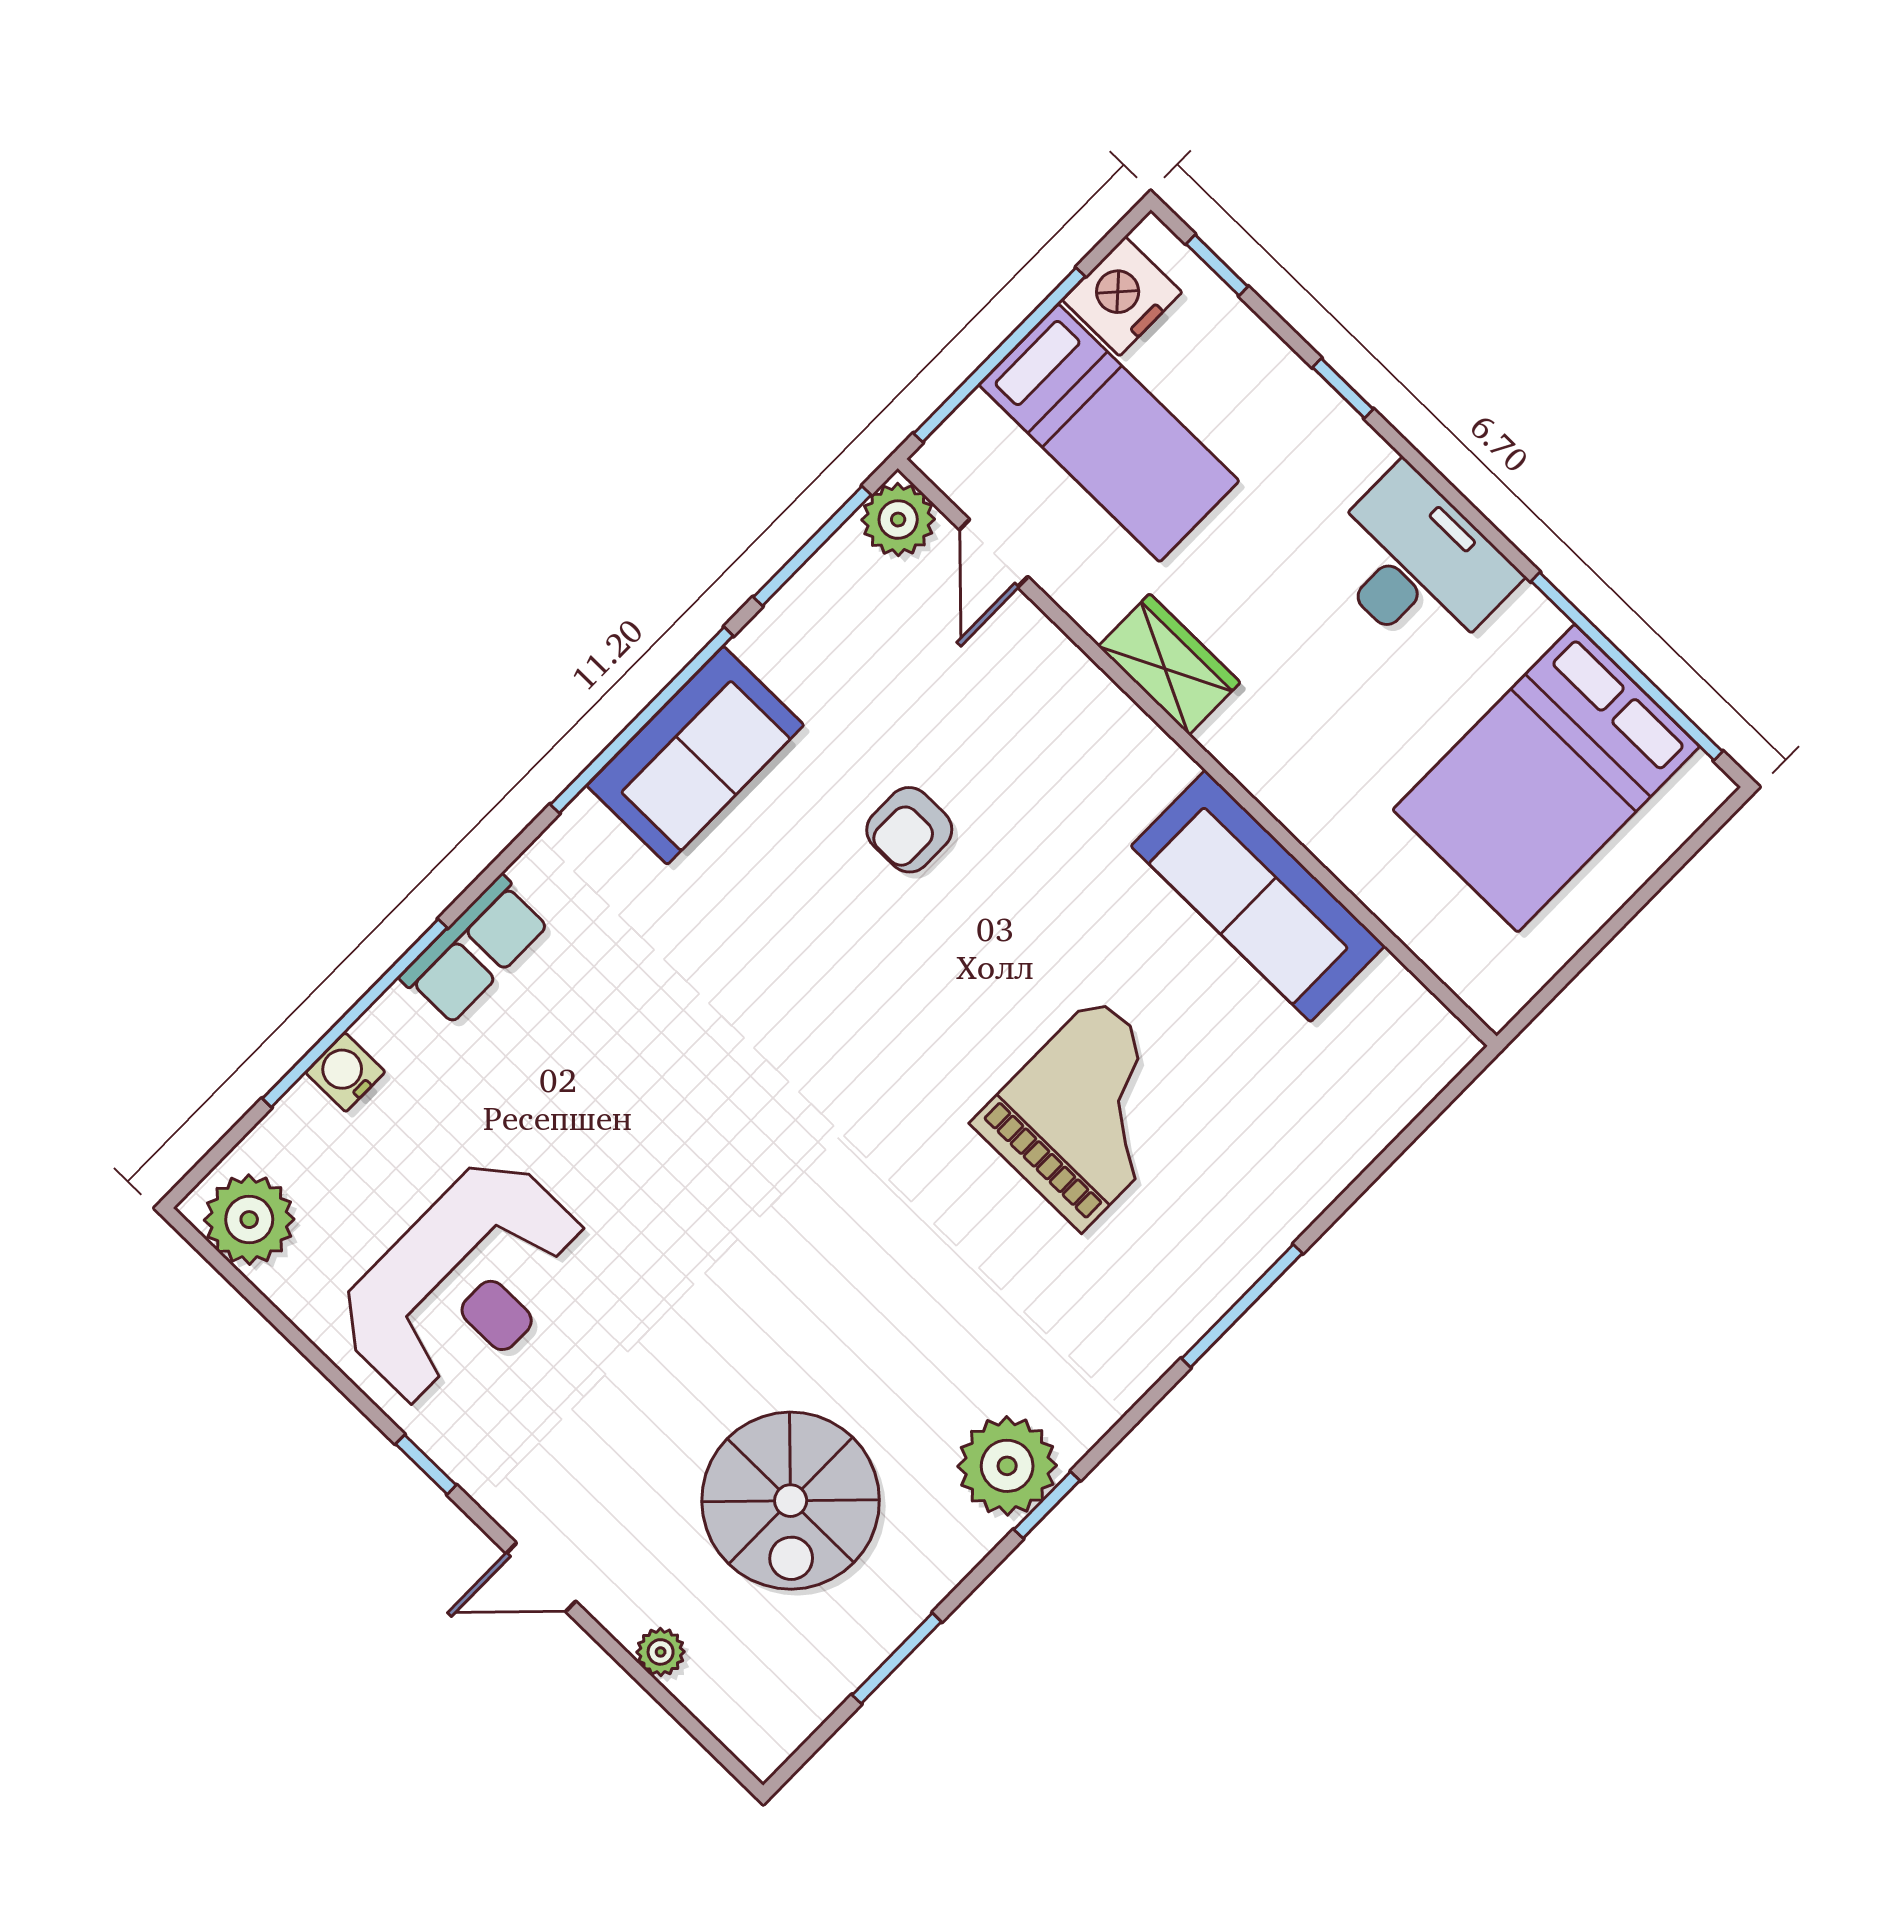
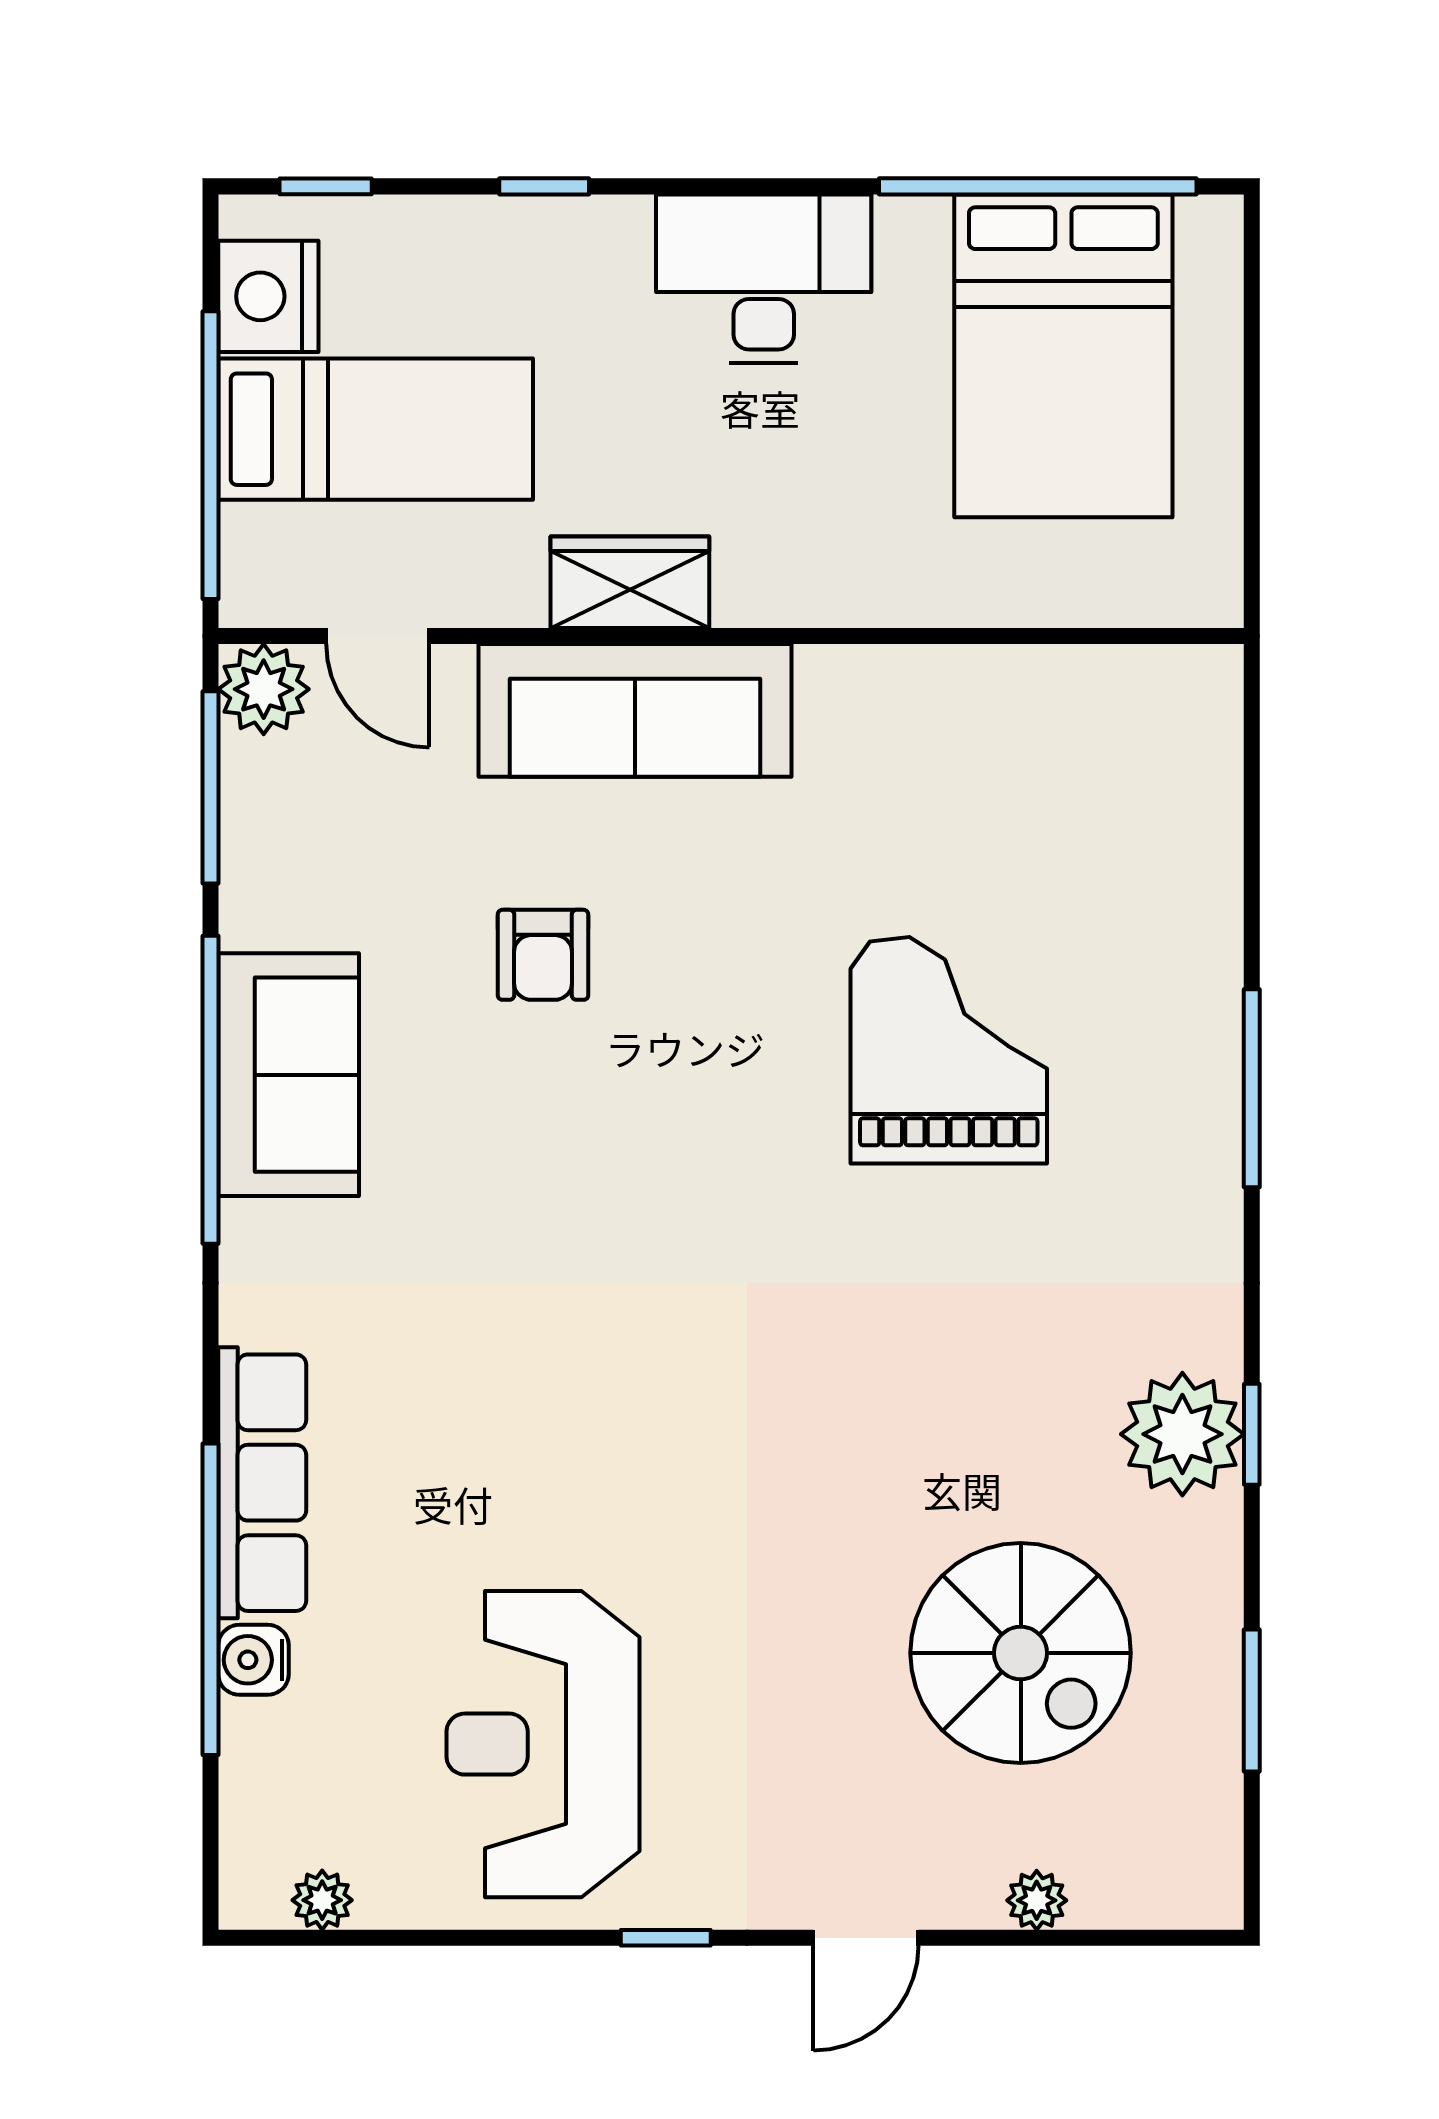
sofa: (1258, 896) -> (635, 710), moved
row of seats: (475, 950) -> (262, 1483), width x1.48
plant: (249, 1220) -> (322, 1900), width x0.53, depth x0.53
reception desk: (464, 1284) -> (543, 1744), turned 180

